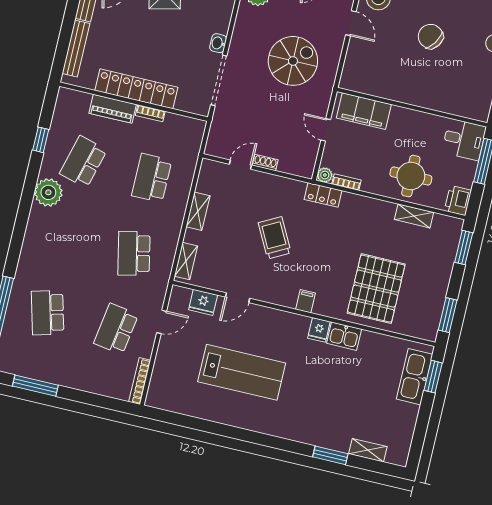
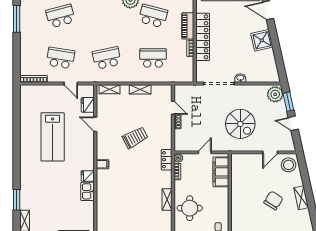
shelving: (414, 216) -> (167, 200), moved
pallet: (376, 289) -> (120, 203), removed

